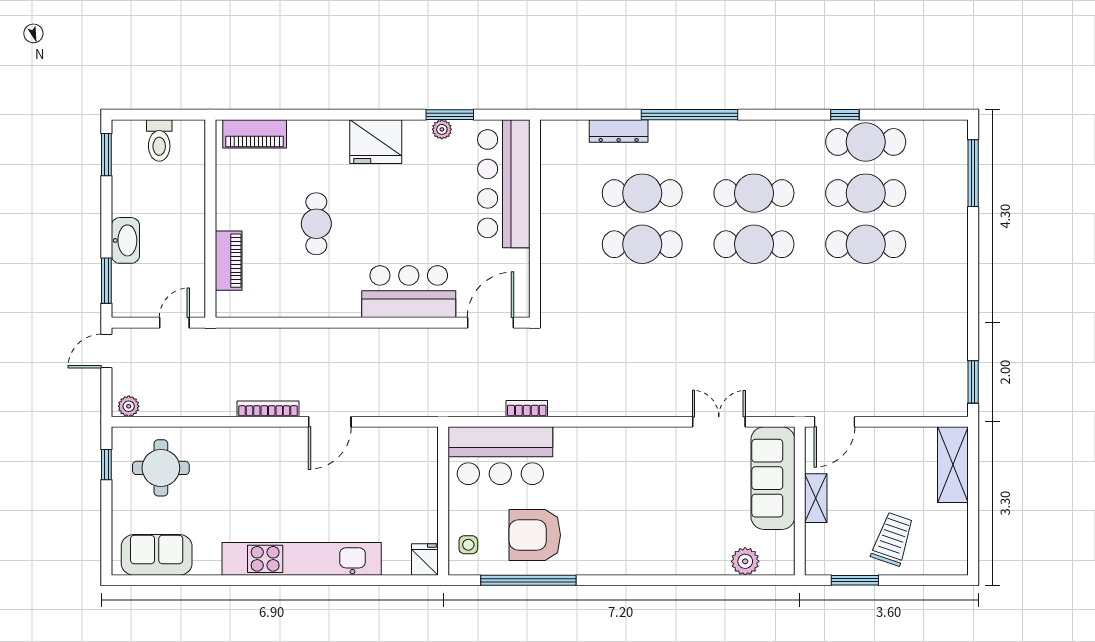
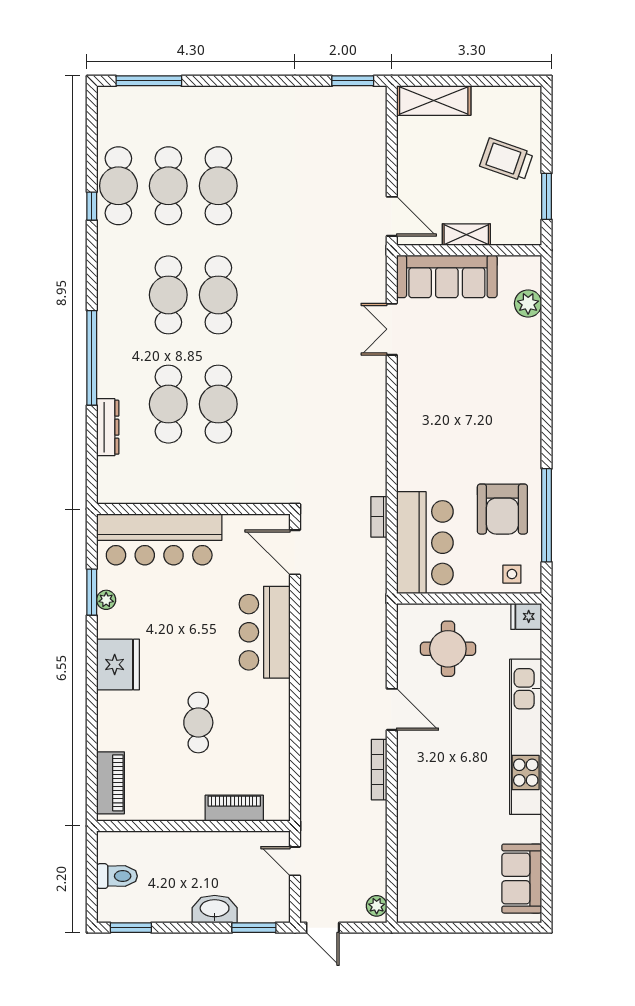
cafe table: (316, 224) -> (198, 723), turned 90
window: (106, 465) -> (434, 928), removed
round table: (161, 468) -> (448, 649), moved

